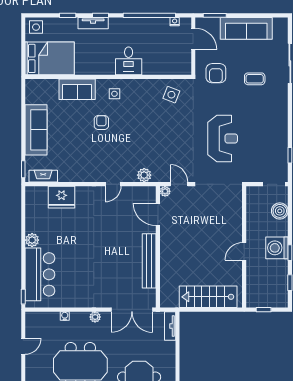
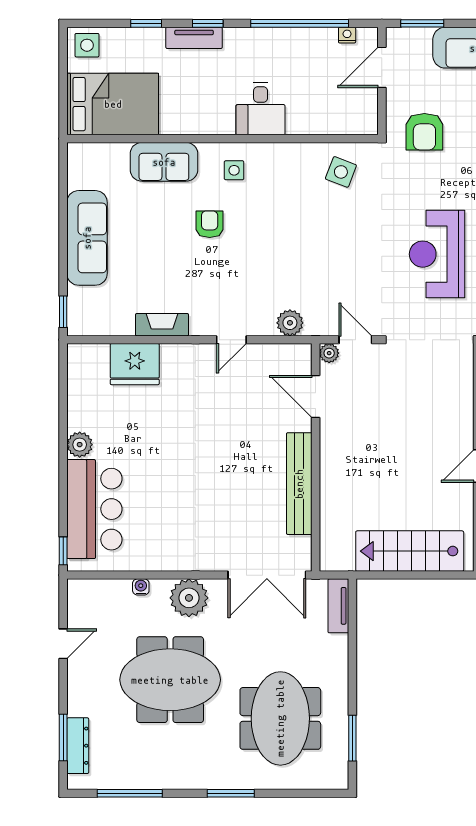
door: (193, 39) -> (382, 67), swing flipped
reception desk: (223, 138) -> (437, 254), turned 180
fireplace: (43, 176) -> (162, 325), moved
plant: (95, 317) -> (189, 598), width x1.88, depth x1.88

